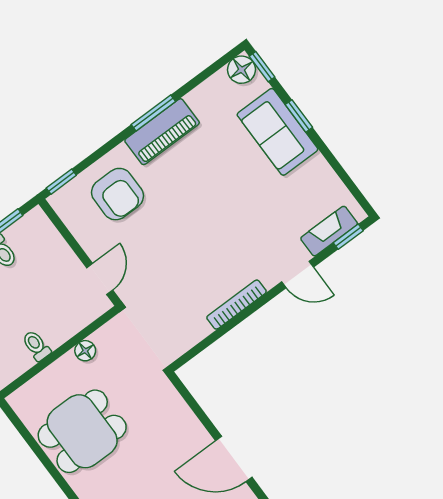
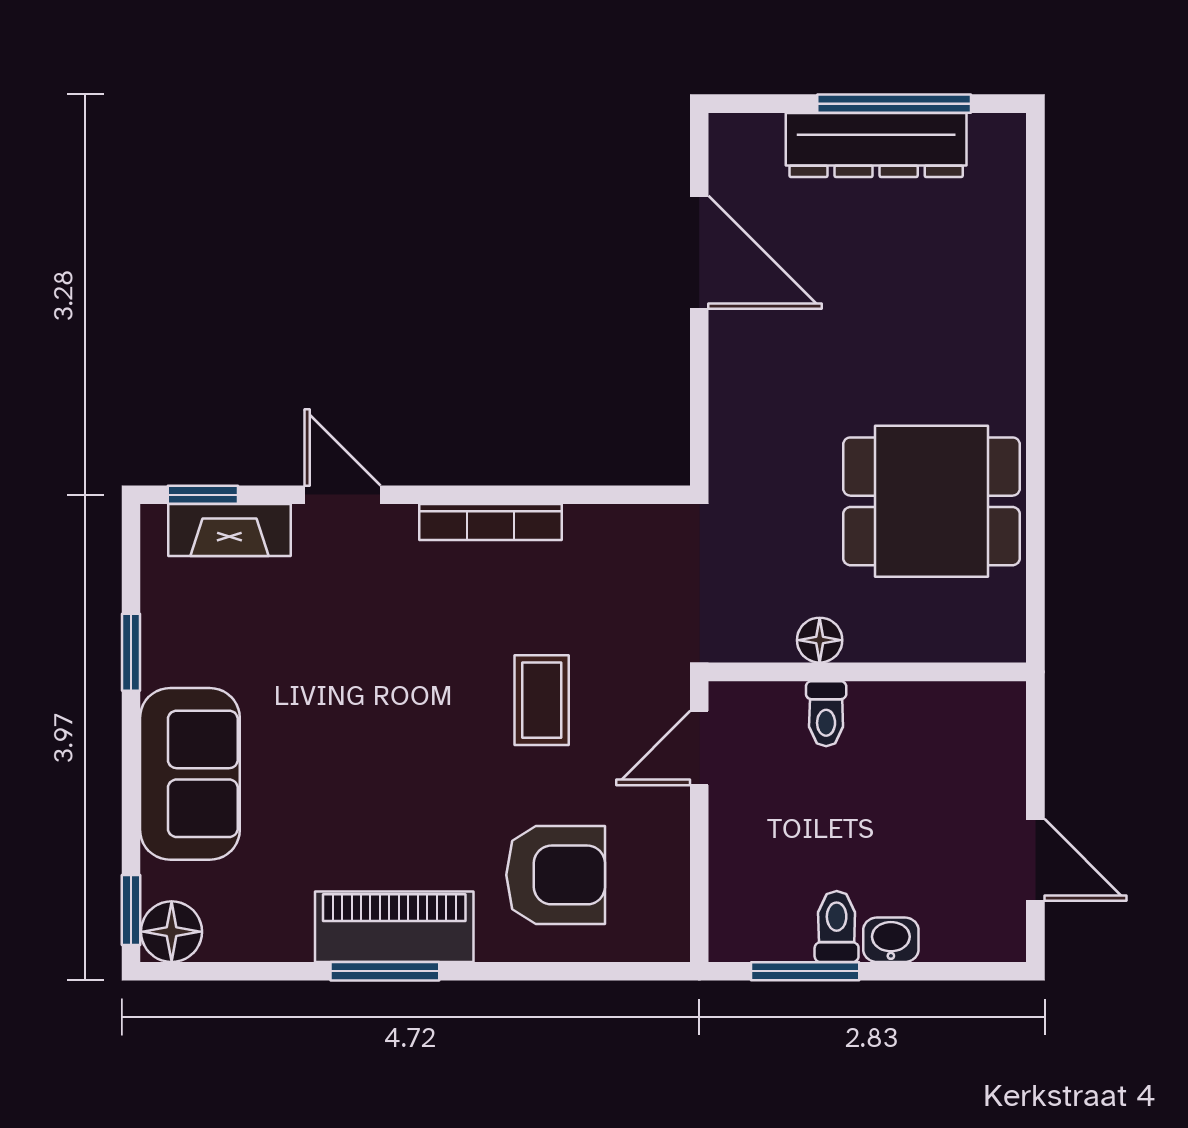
window: (299, 116) -> (131, 652), moved
window: (61, 182) -> (639, 971), removed
armchair: (117, 194) -> (556, 875), turned 90
coffee table: (170, 254) -> (542, 700), added
toilet: (36, 346) -> (826, 714), moved

